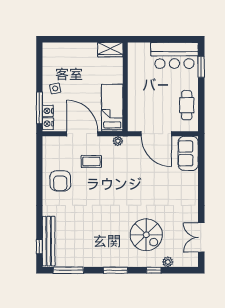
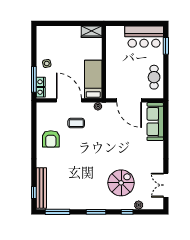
sofa: (188, 153) -> (155, 122), width x1.36
spiral stairs: (146, 235) -> (121, 183), turned -90

